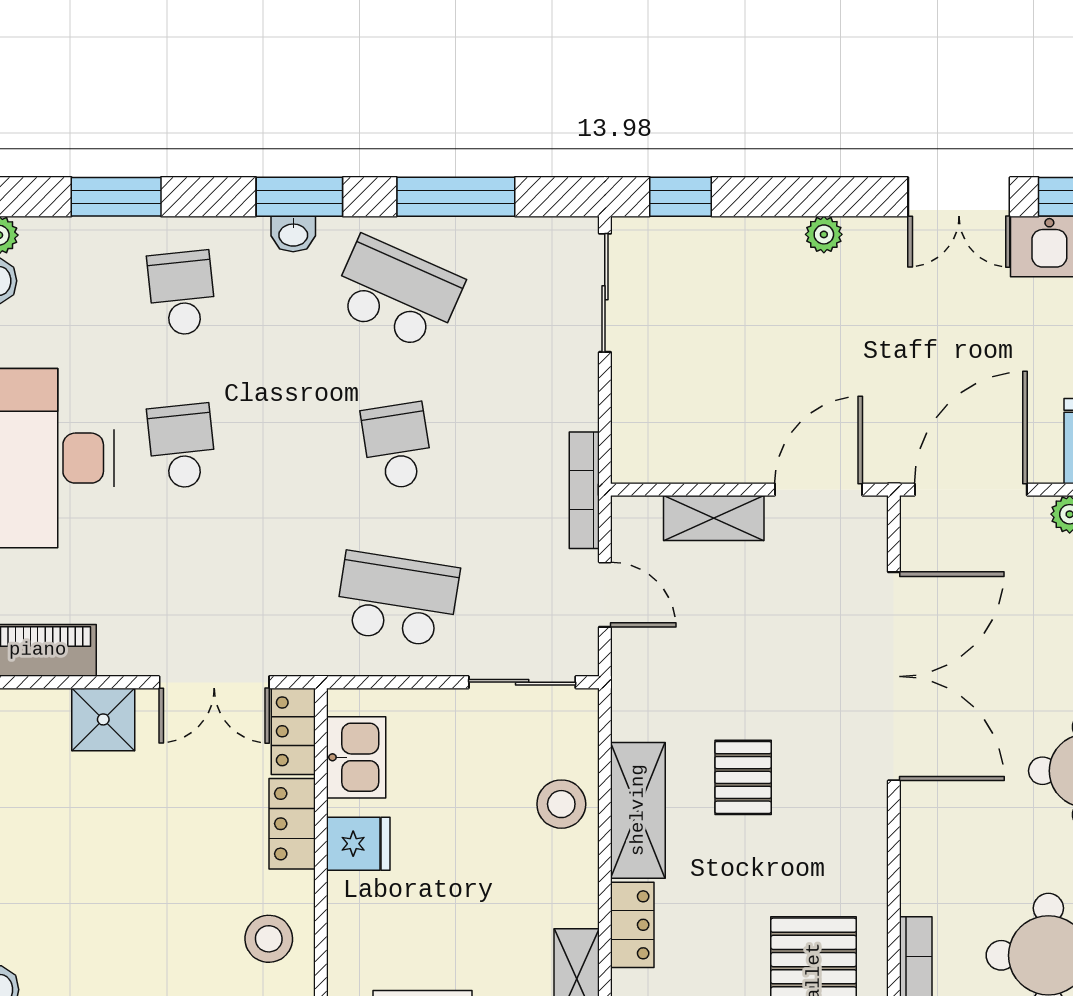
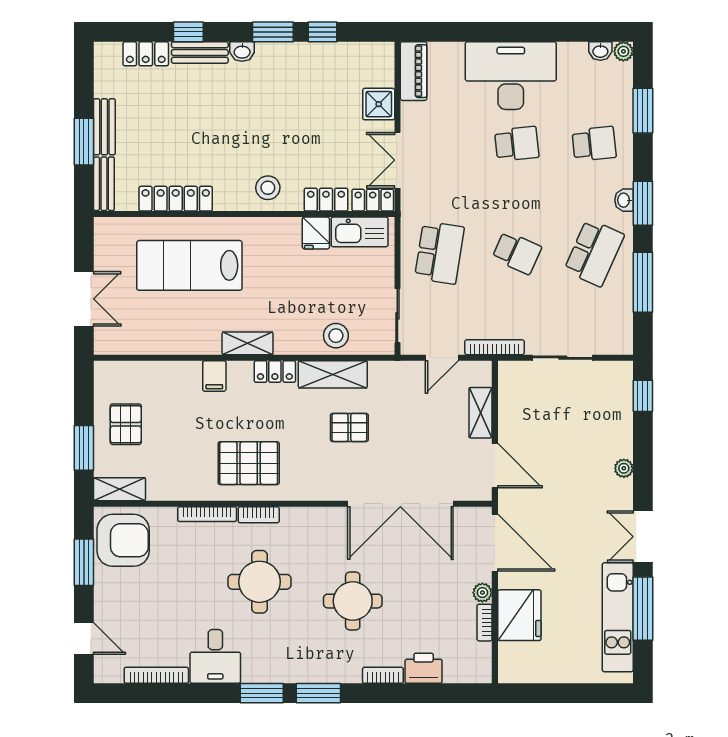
sliding door: (605, 293) -> (563, 358), moved
school desk: (397, 446) -> (517, 253), turned 33
kitchen sink: (356, 757) -> (360, 232), width x1.38

